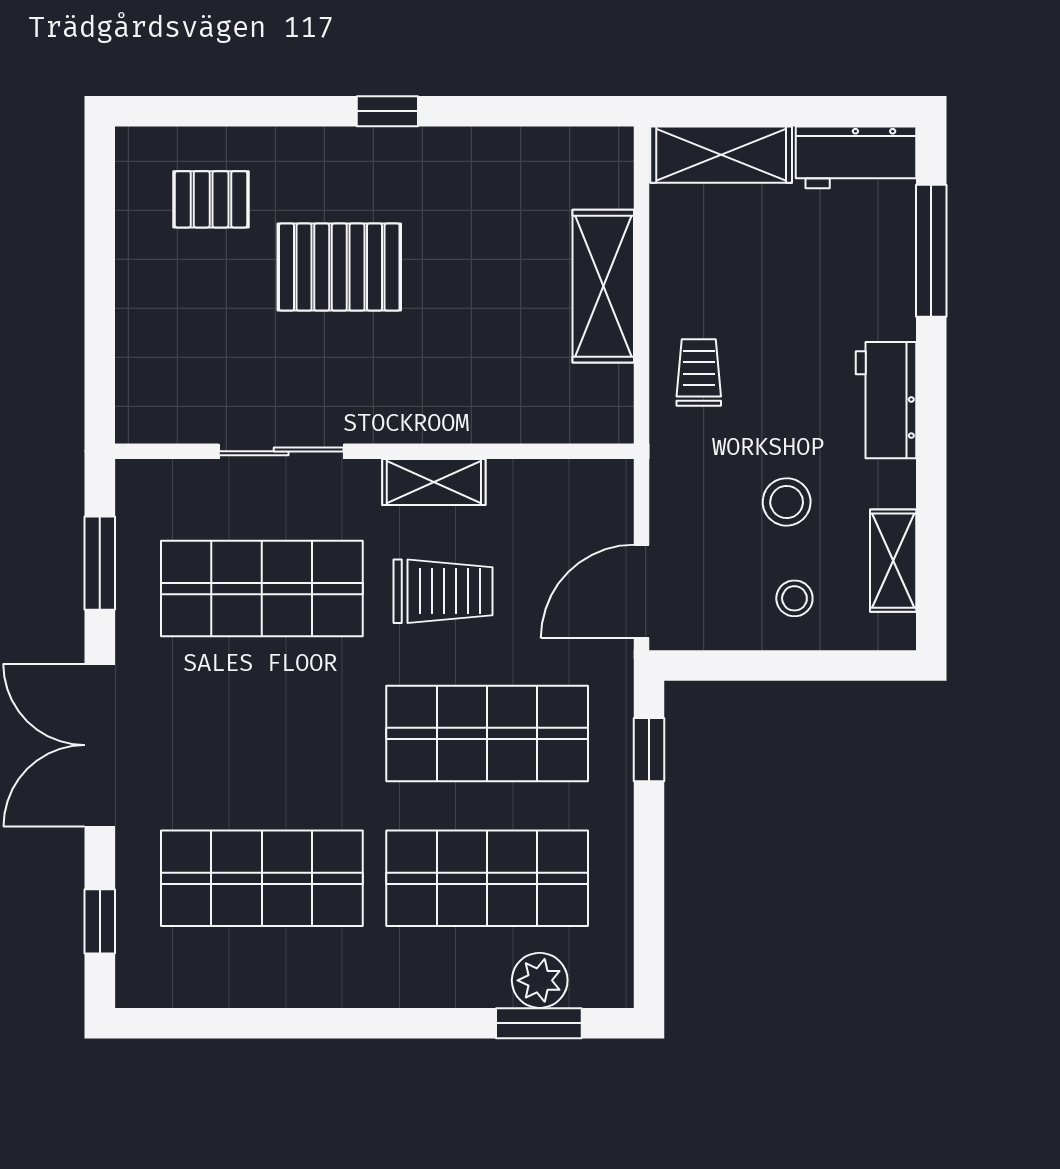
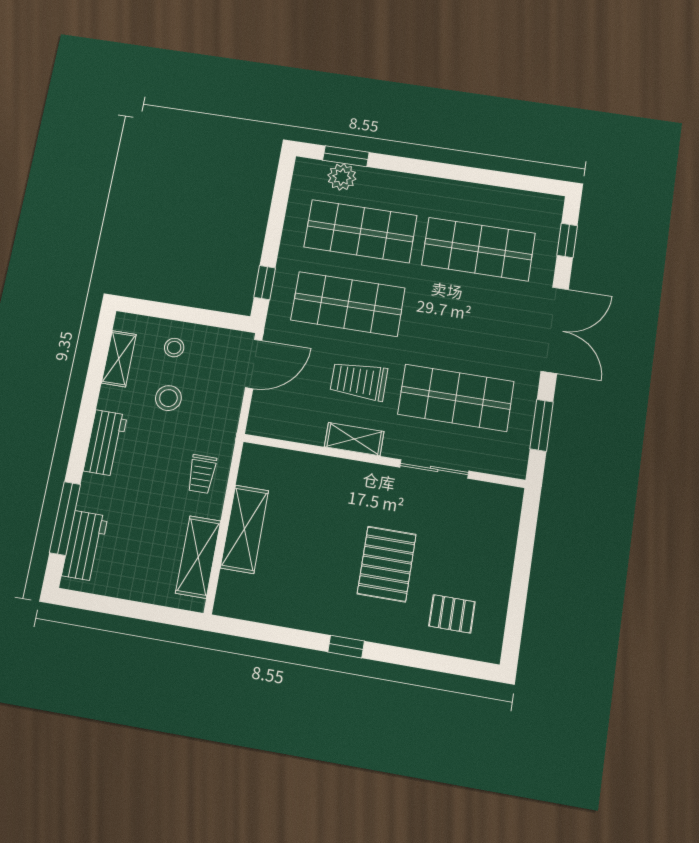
shelving: (721, 155) -> (198, 557), moved, turned 90
workbench: (856, 157) -> (85, 546), moved, turned 90
pallet: (339, 267) -> (387, 564), turned 90

